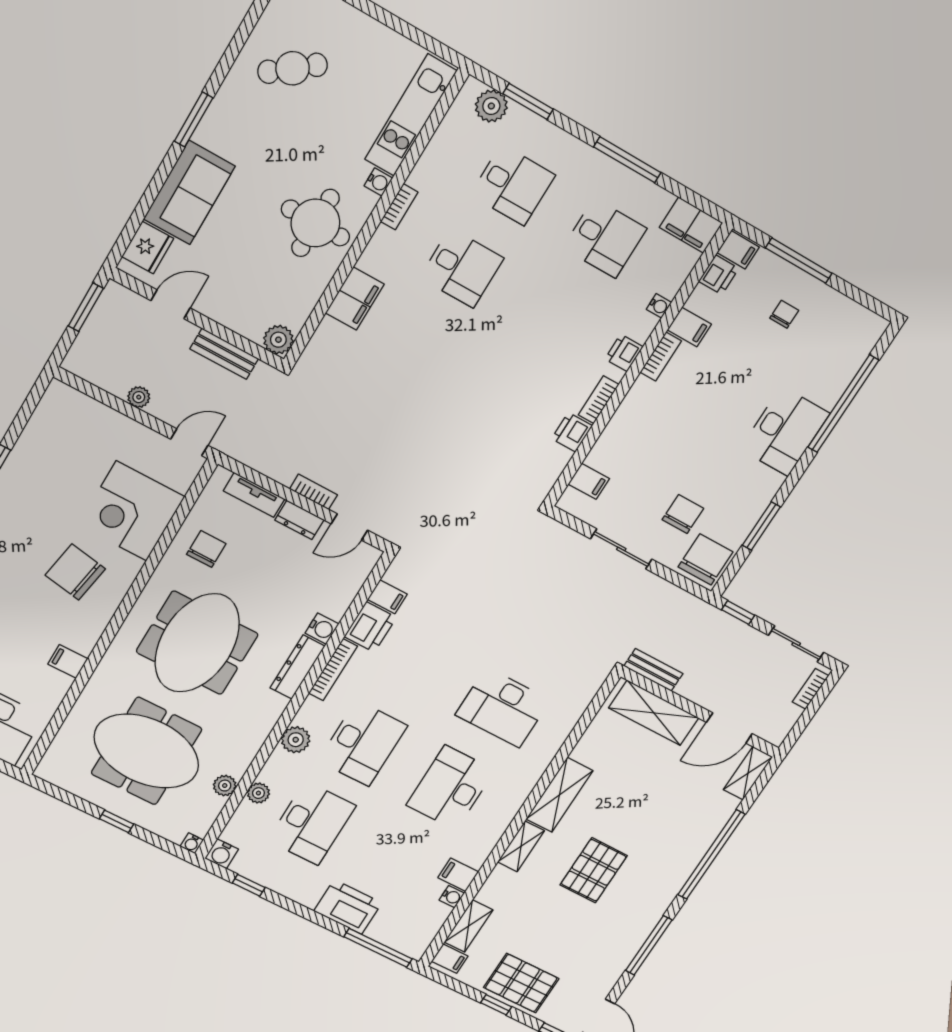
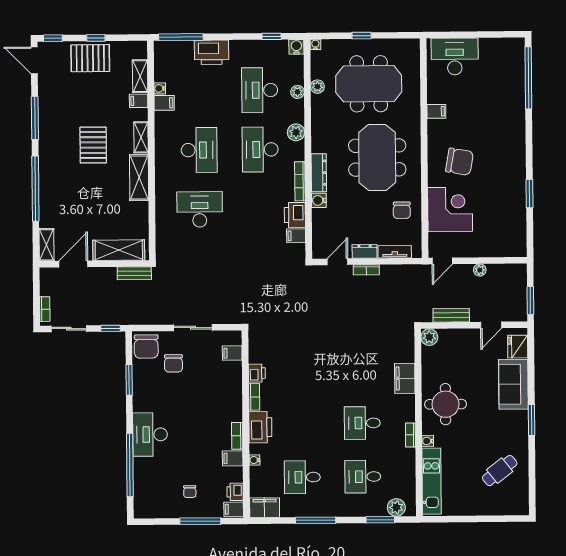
printer: (624, 353) -> (260, 427), width x1.87, depth x1.48
filing cabinet: (450, 959) -> (139, 101), moved

